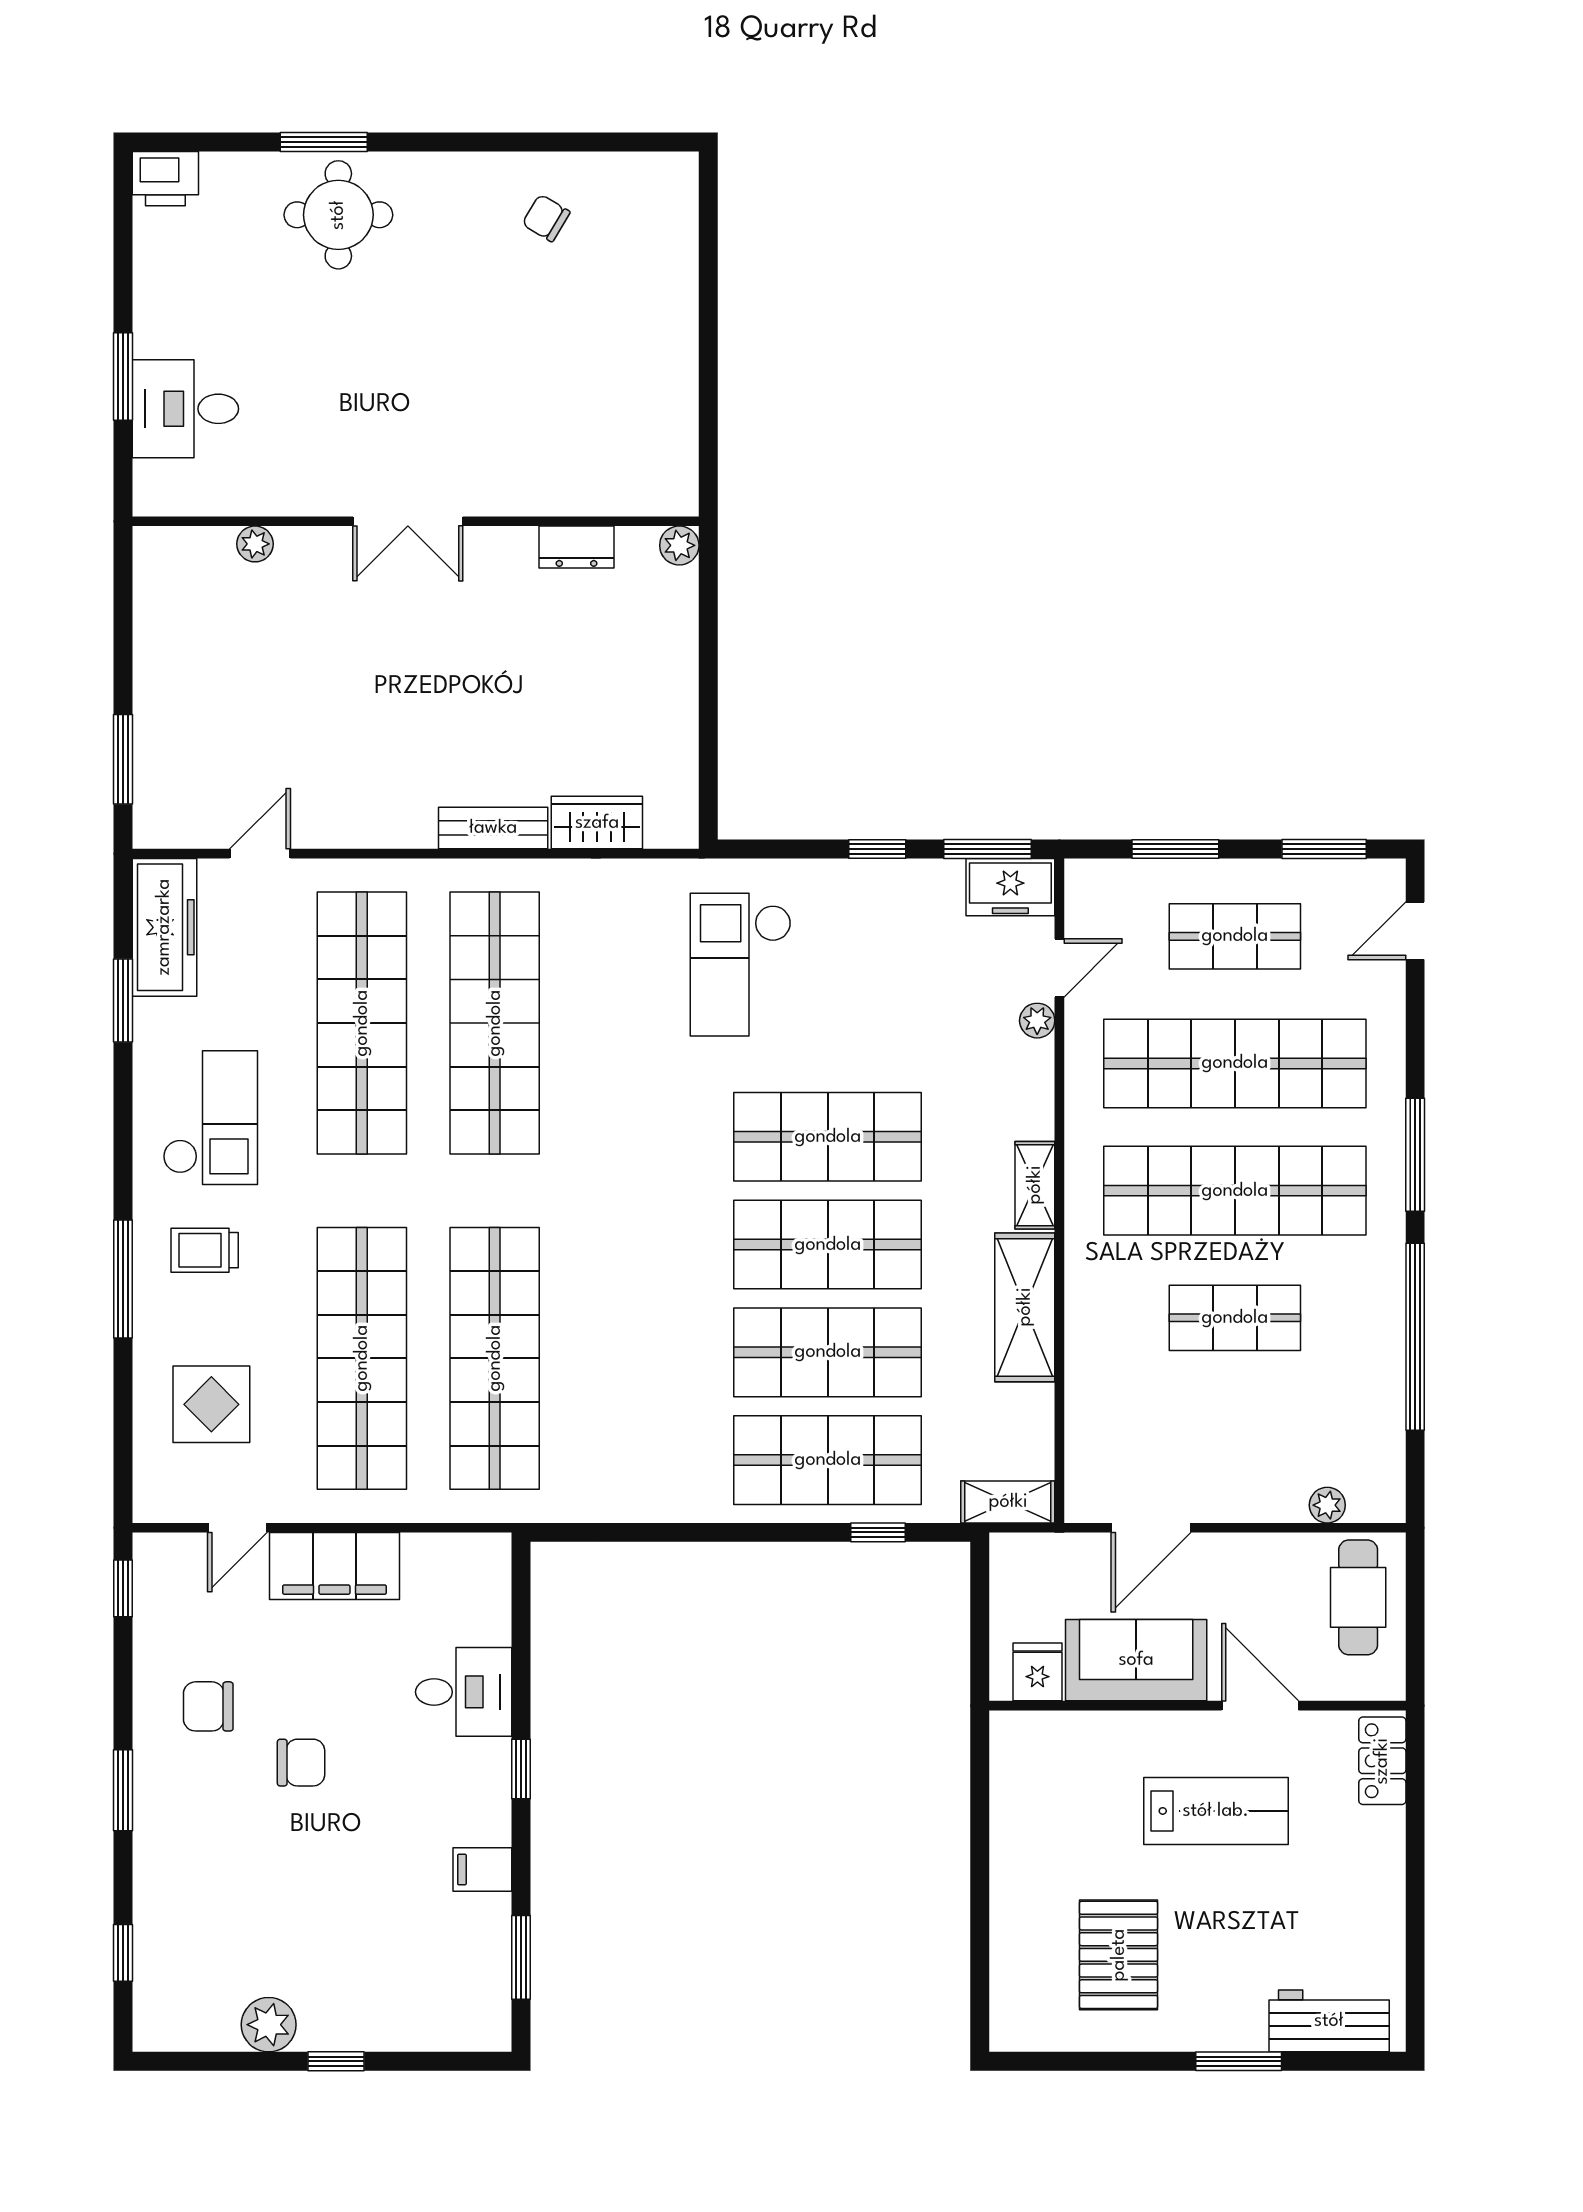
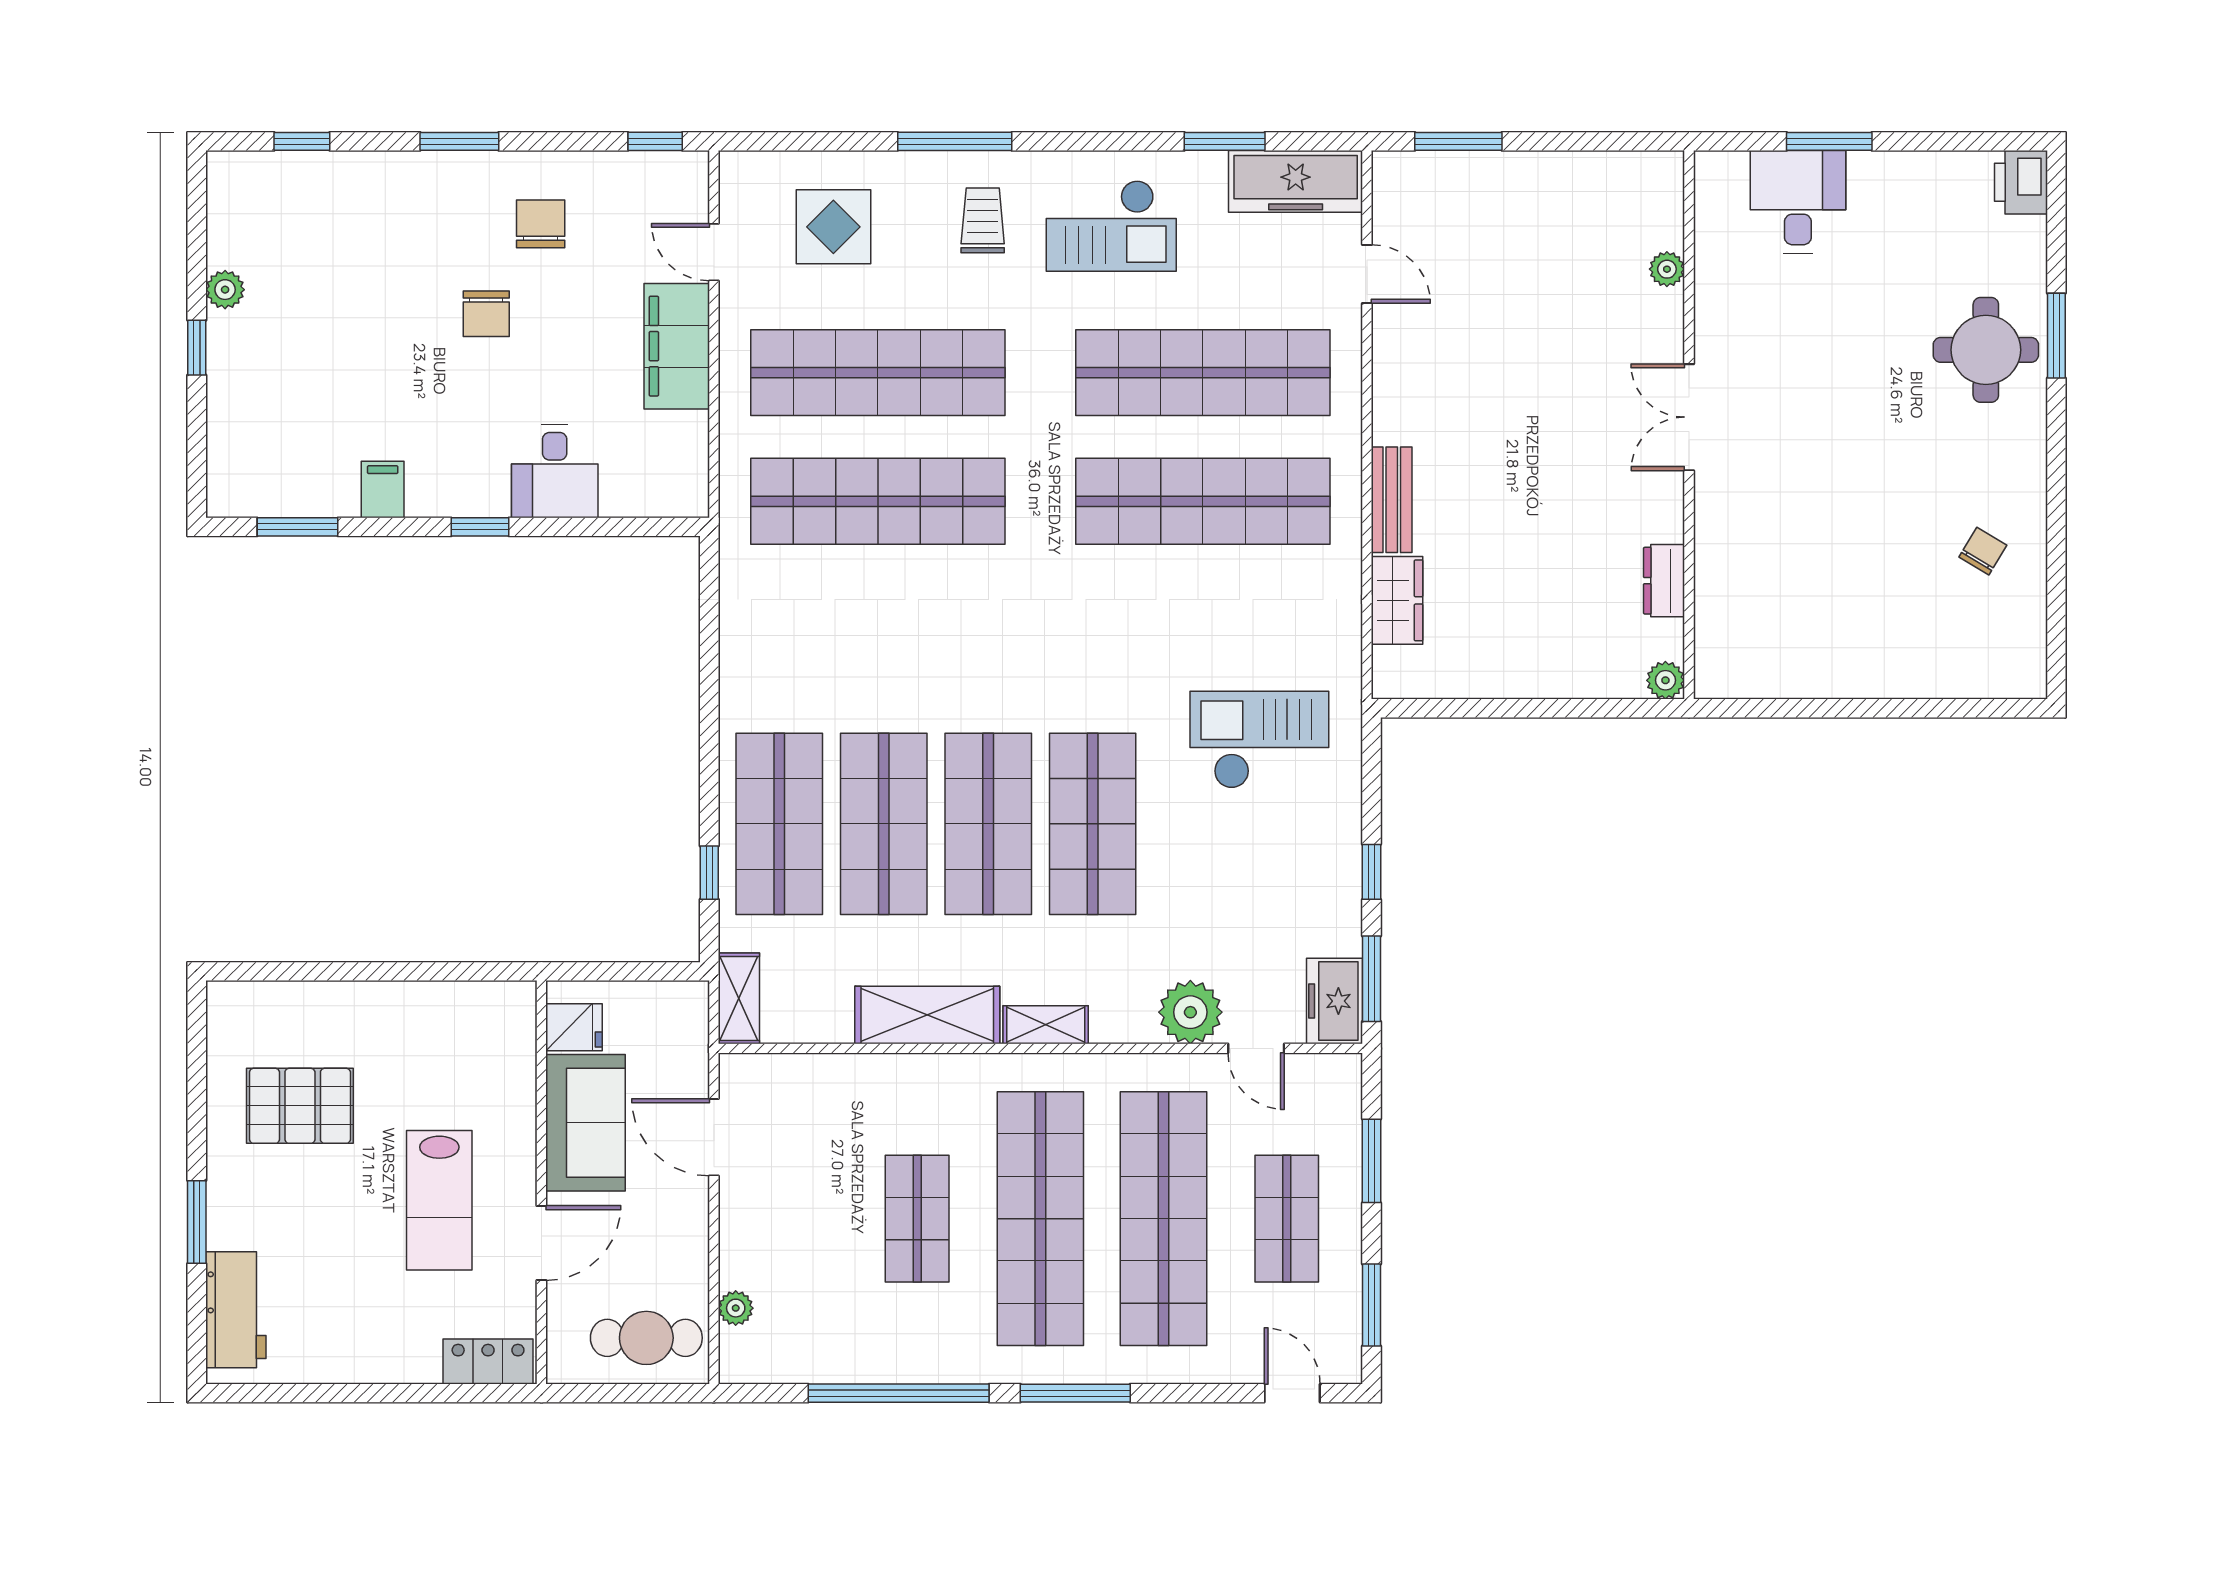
plant: (1037, 1021) -> (1190, 1012), width x1.88, depth x1.88
plant: (269, 2025) -> (225, 290), width x0.73, depth x0.73

